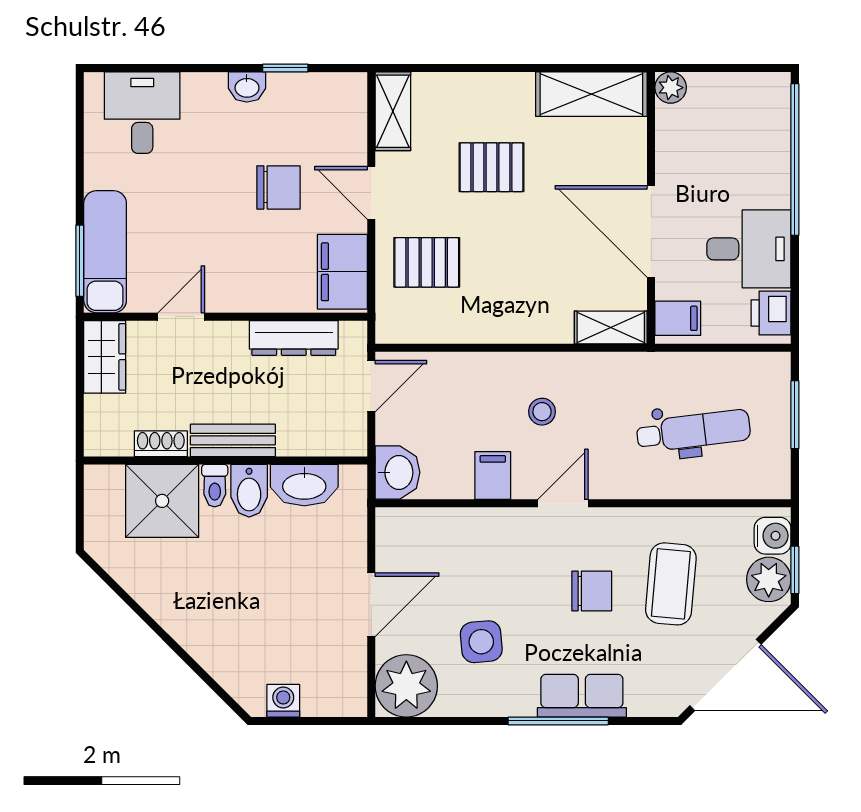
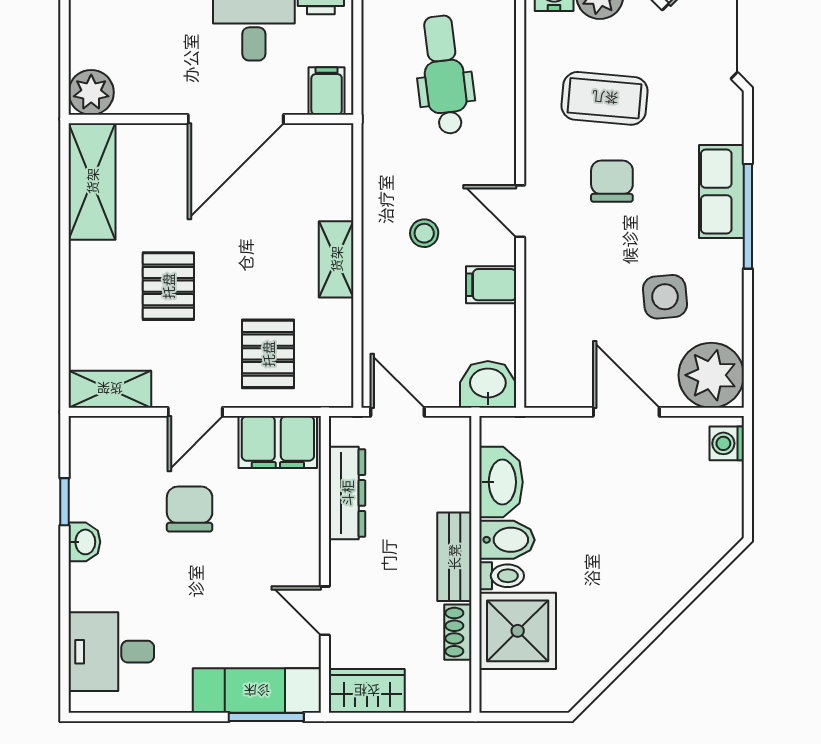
plant: (671, 88) -> (91, 92), width x1.38, depth x1.38
shelving: (611, 328) -> (336, 259), moved
washing machine: (283, 701) -> (727, 443), moved

